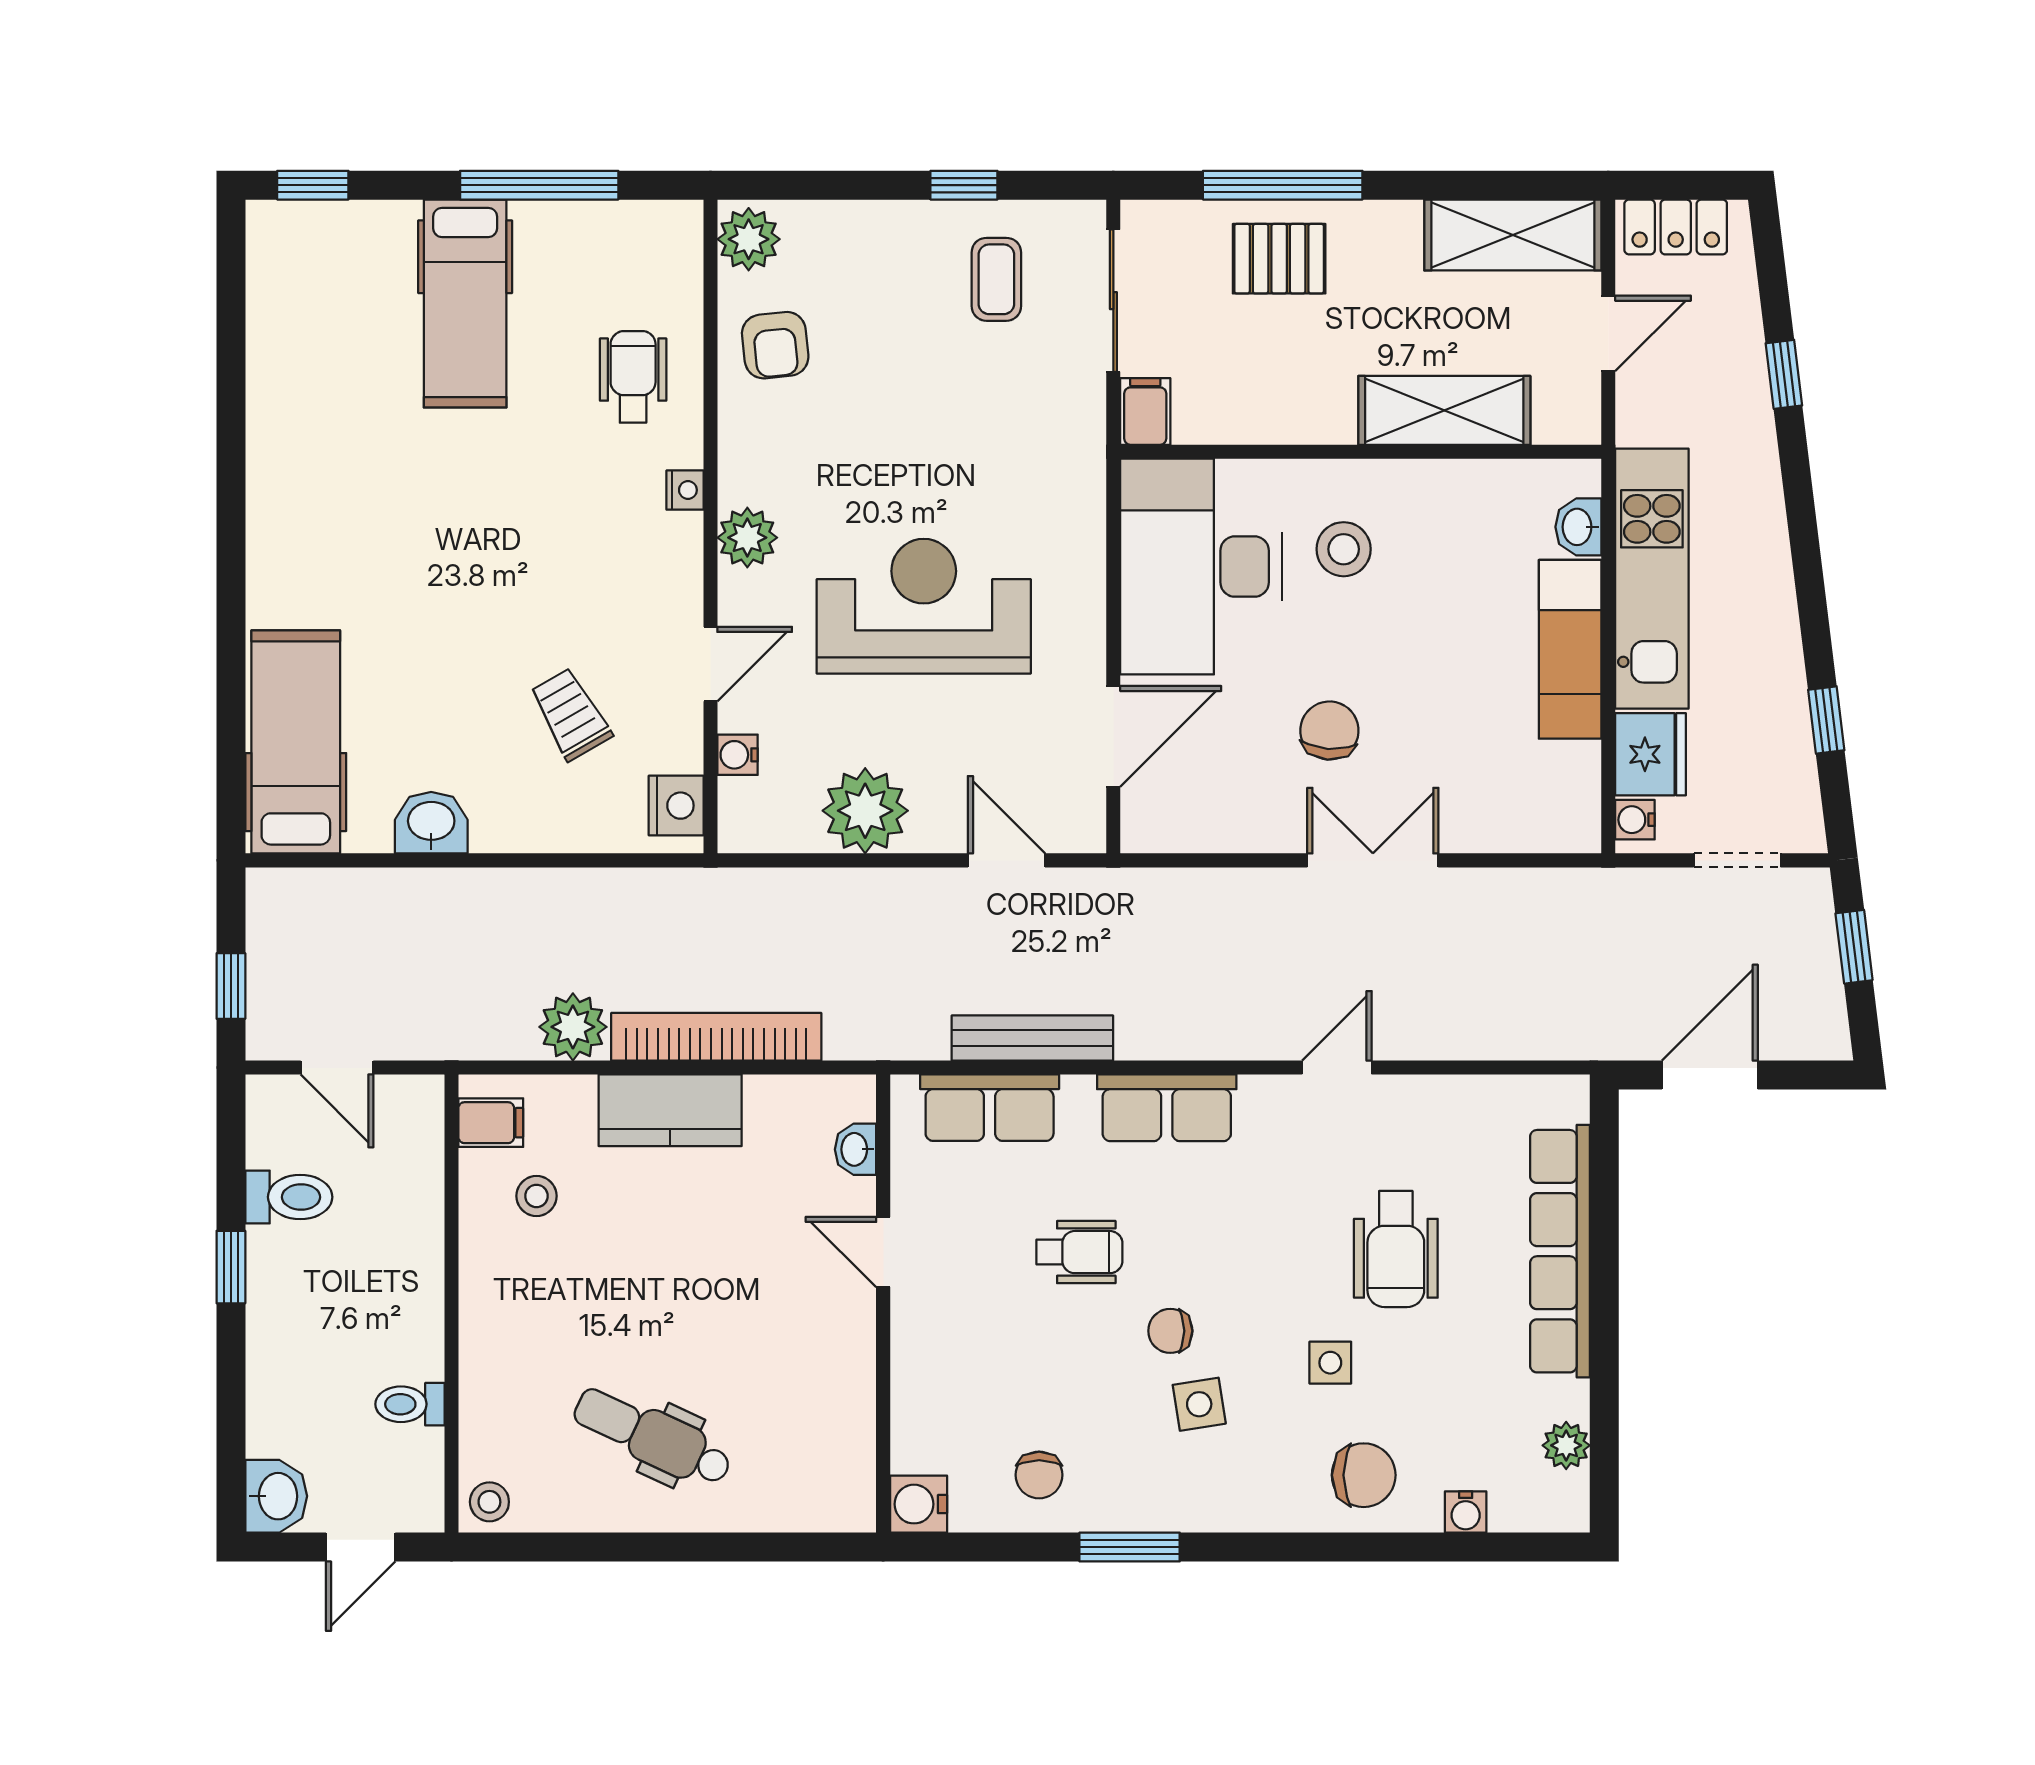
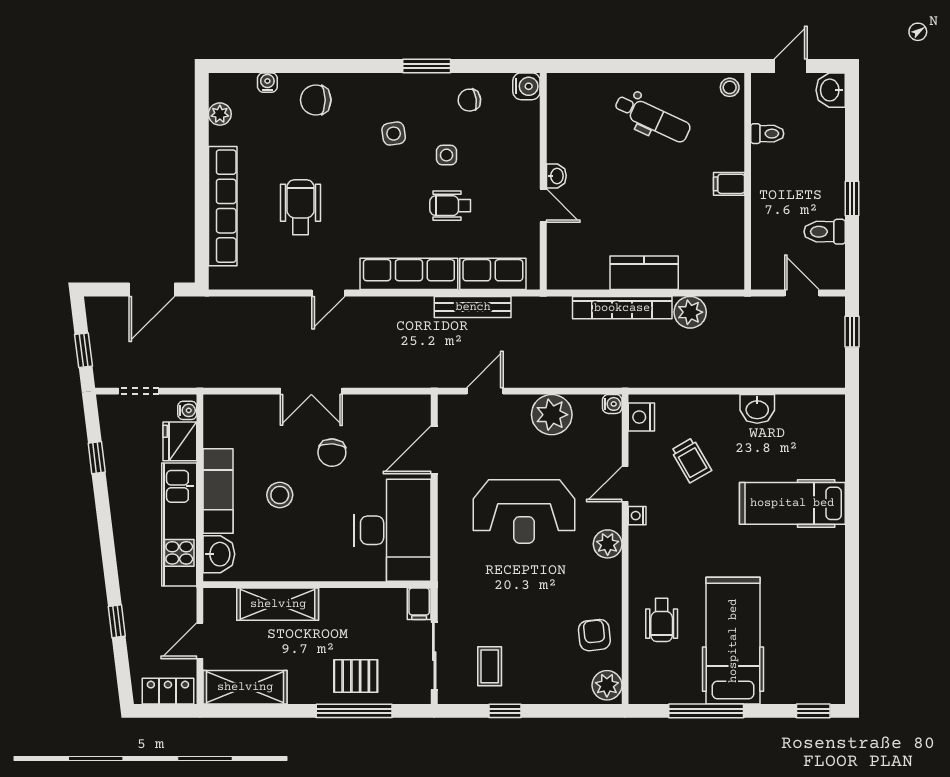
hospital bed: (465, 303) -> (733, 641), width x1.37, depth x1.29
nightstand: (685, 490) -> (637, 516), moved
washbasin: (1578, 527) -> (219, 554), width x1.38, depth x1.45
stool: (1344, 549) -> (280, 495), moved
hospital bed: (296, 742) -> (792, 503), moved, turned 90
water cooler: (738, 755) -> (612, 404), moved
door: (1007, 860) -> (485, 391), swing flipped
row of seats: (1167, 1108) -> (409, 274), width x1.48
filing cabinet: (491, 1123) -> (729, 184), moved
washbasin: (855, 1149) -> (556, 176), moved
stool: (536, 1196) -> (707, 232), removed
chair: (1170, 1331) -> (407, 168), removed
side table: (1330, 1363) -> (447, 155), moved
chair: (1039, 1475) -> (469, 100), turned -98

